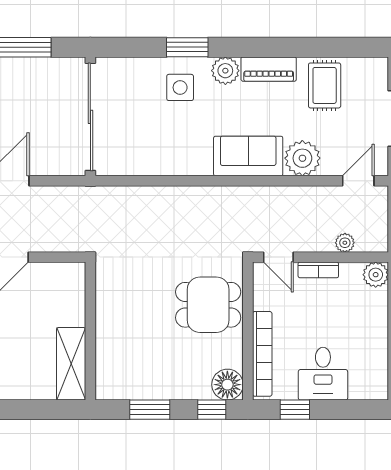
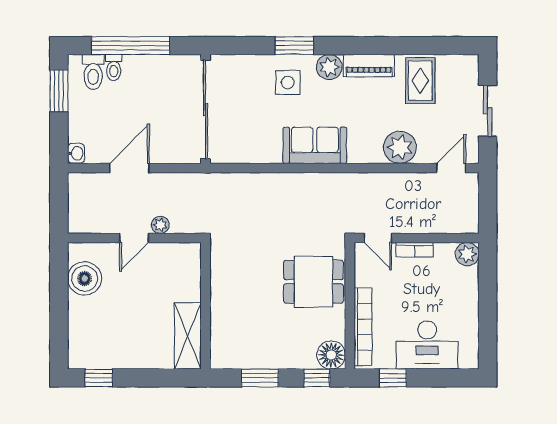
sofa: (248, 156) -> (315, 145), moved
plant: (345, 243) -> (160, 225), moved
desk: (323, 374) -> (427, 345), width x1.37

